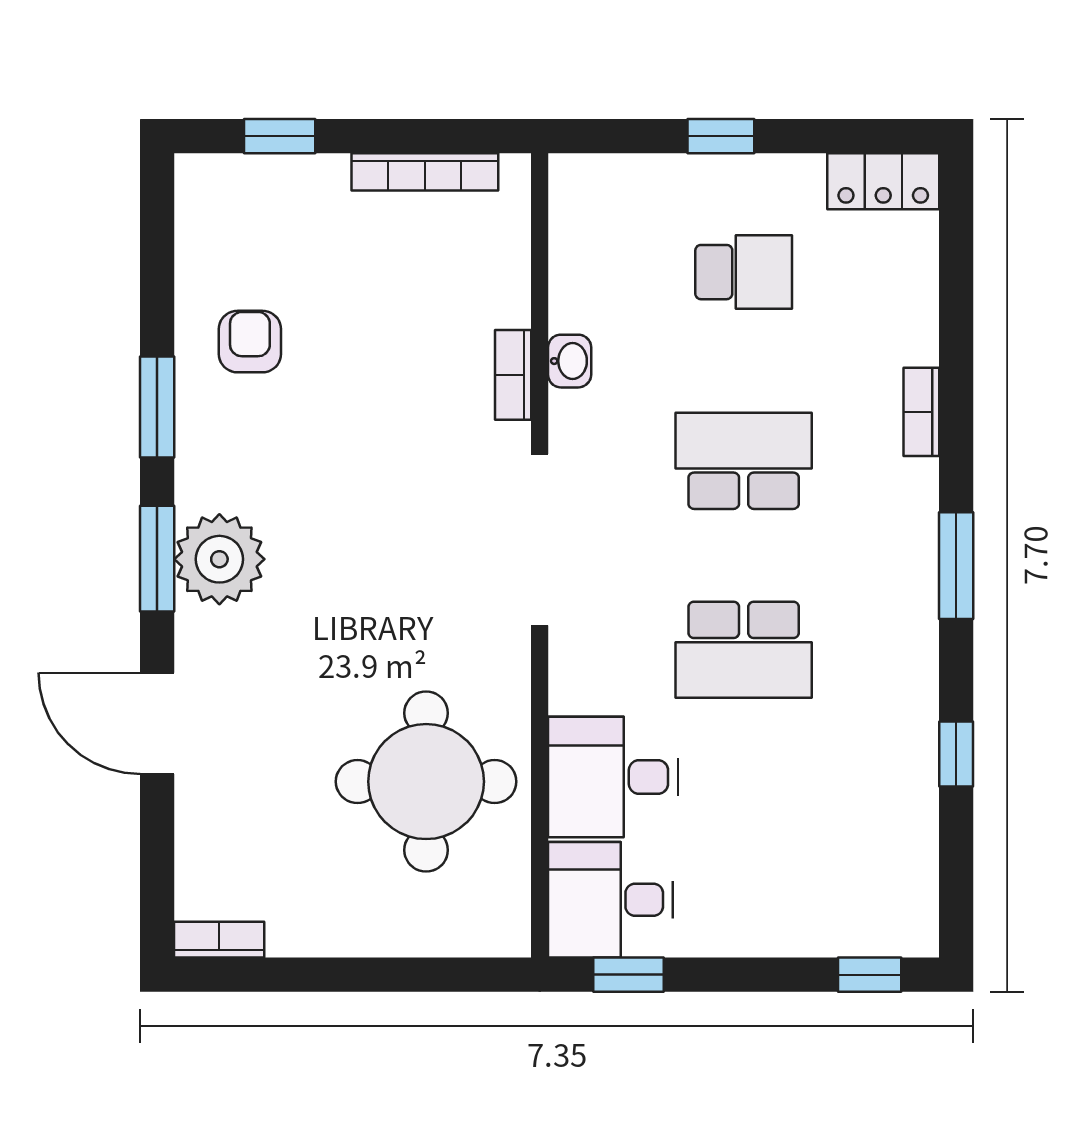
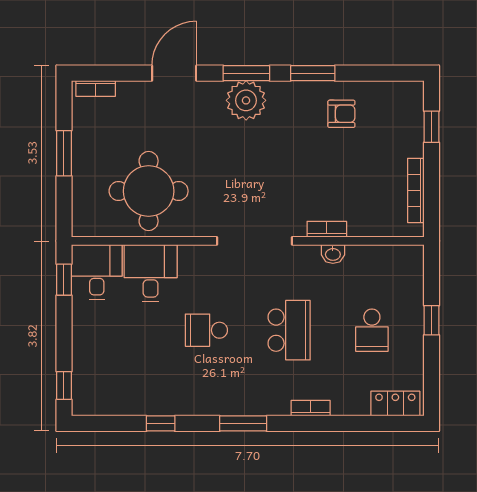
locker: (883, 181) -> (395, 404), moved, turned 90
school desk: (744, 650) -> (206, 330), width x0.54
bookcase: (219, 940) -> (96, 88), moved, turned 90
window: (340, 975) -> (64, 153), added

